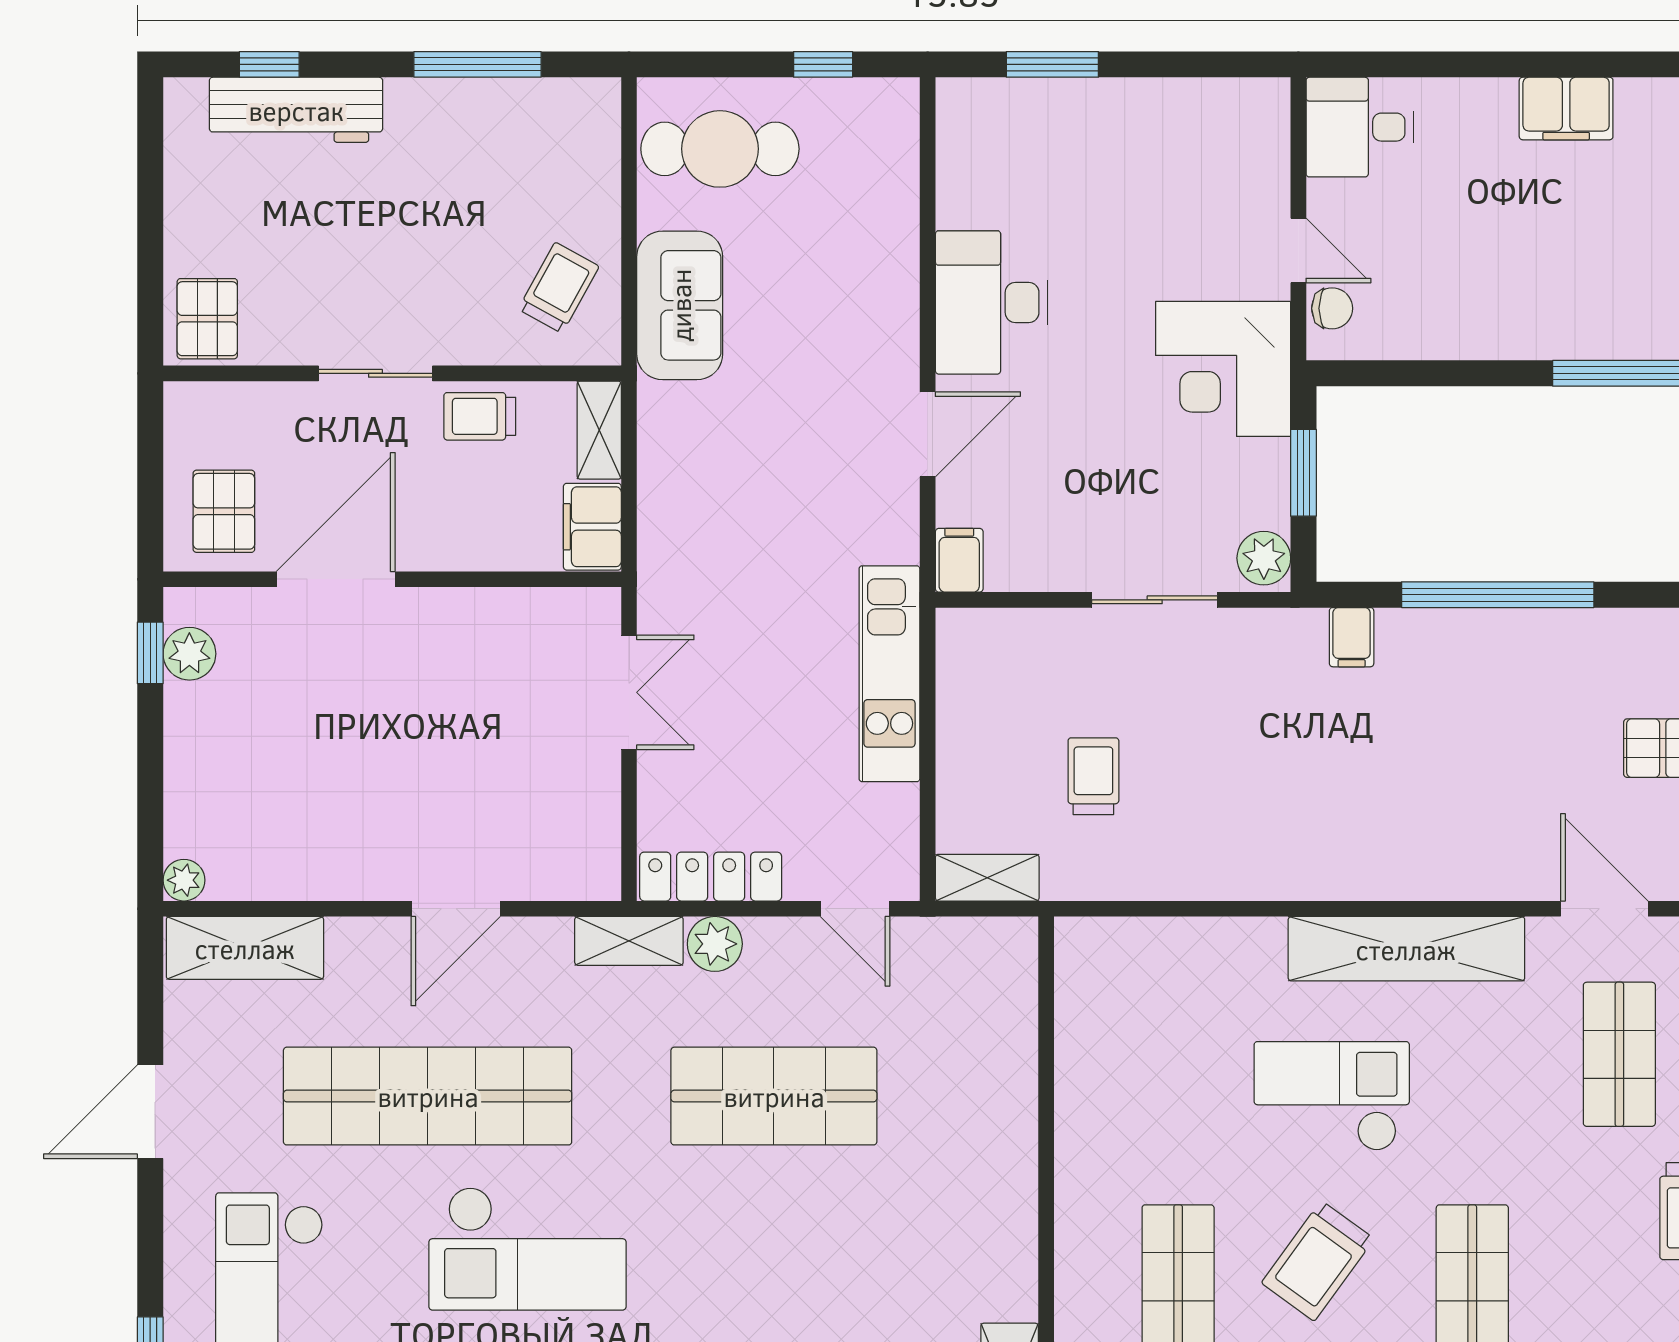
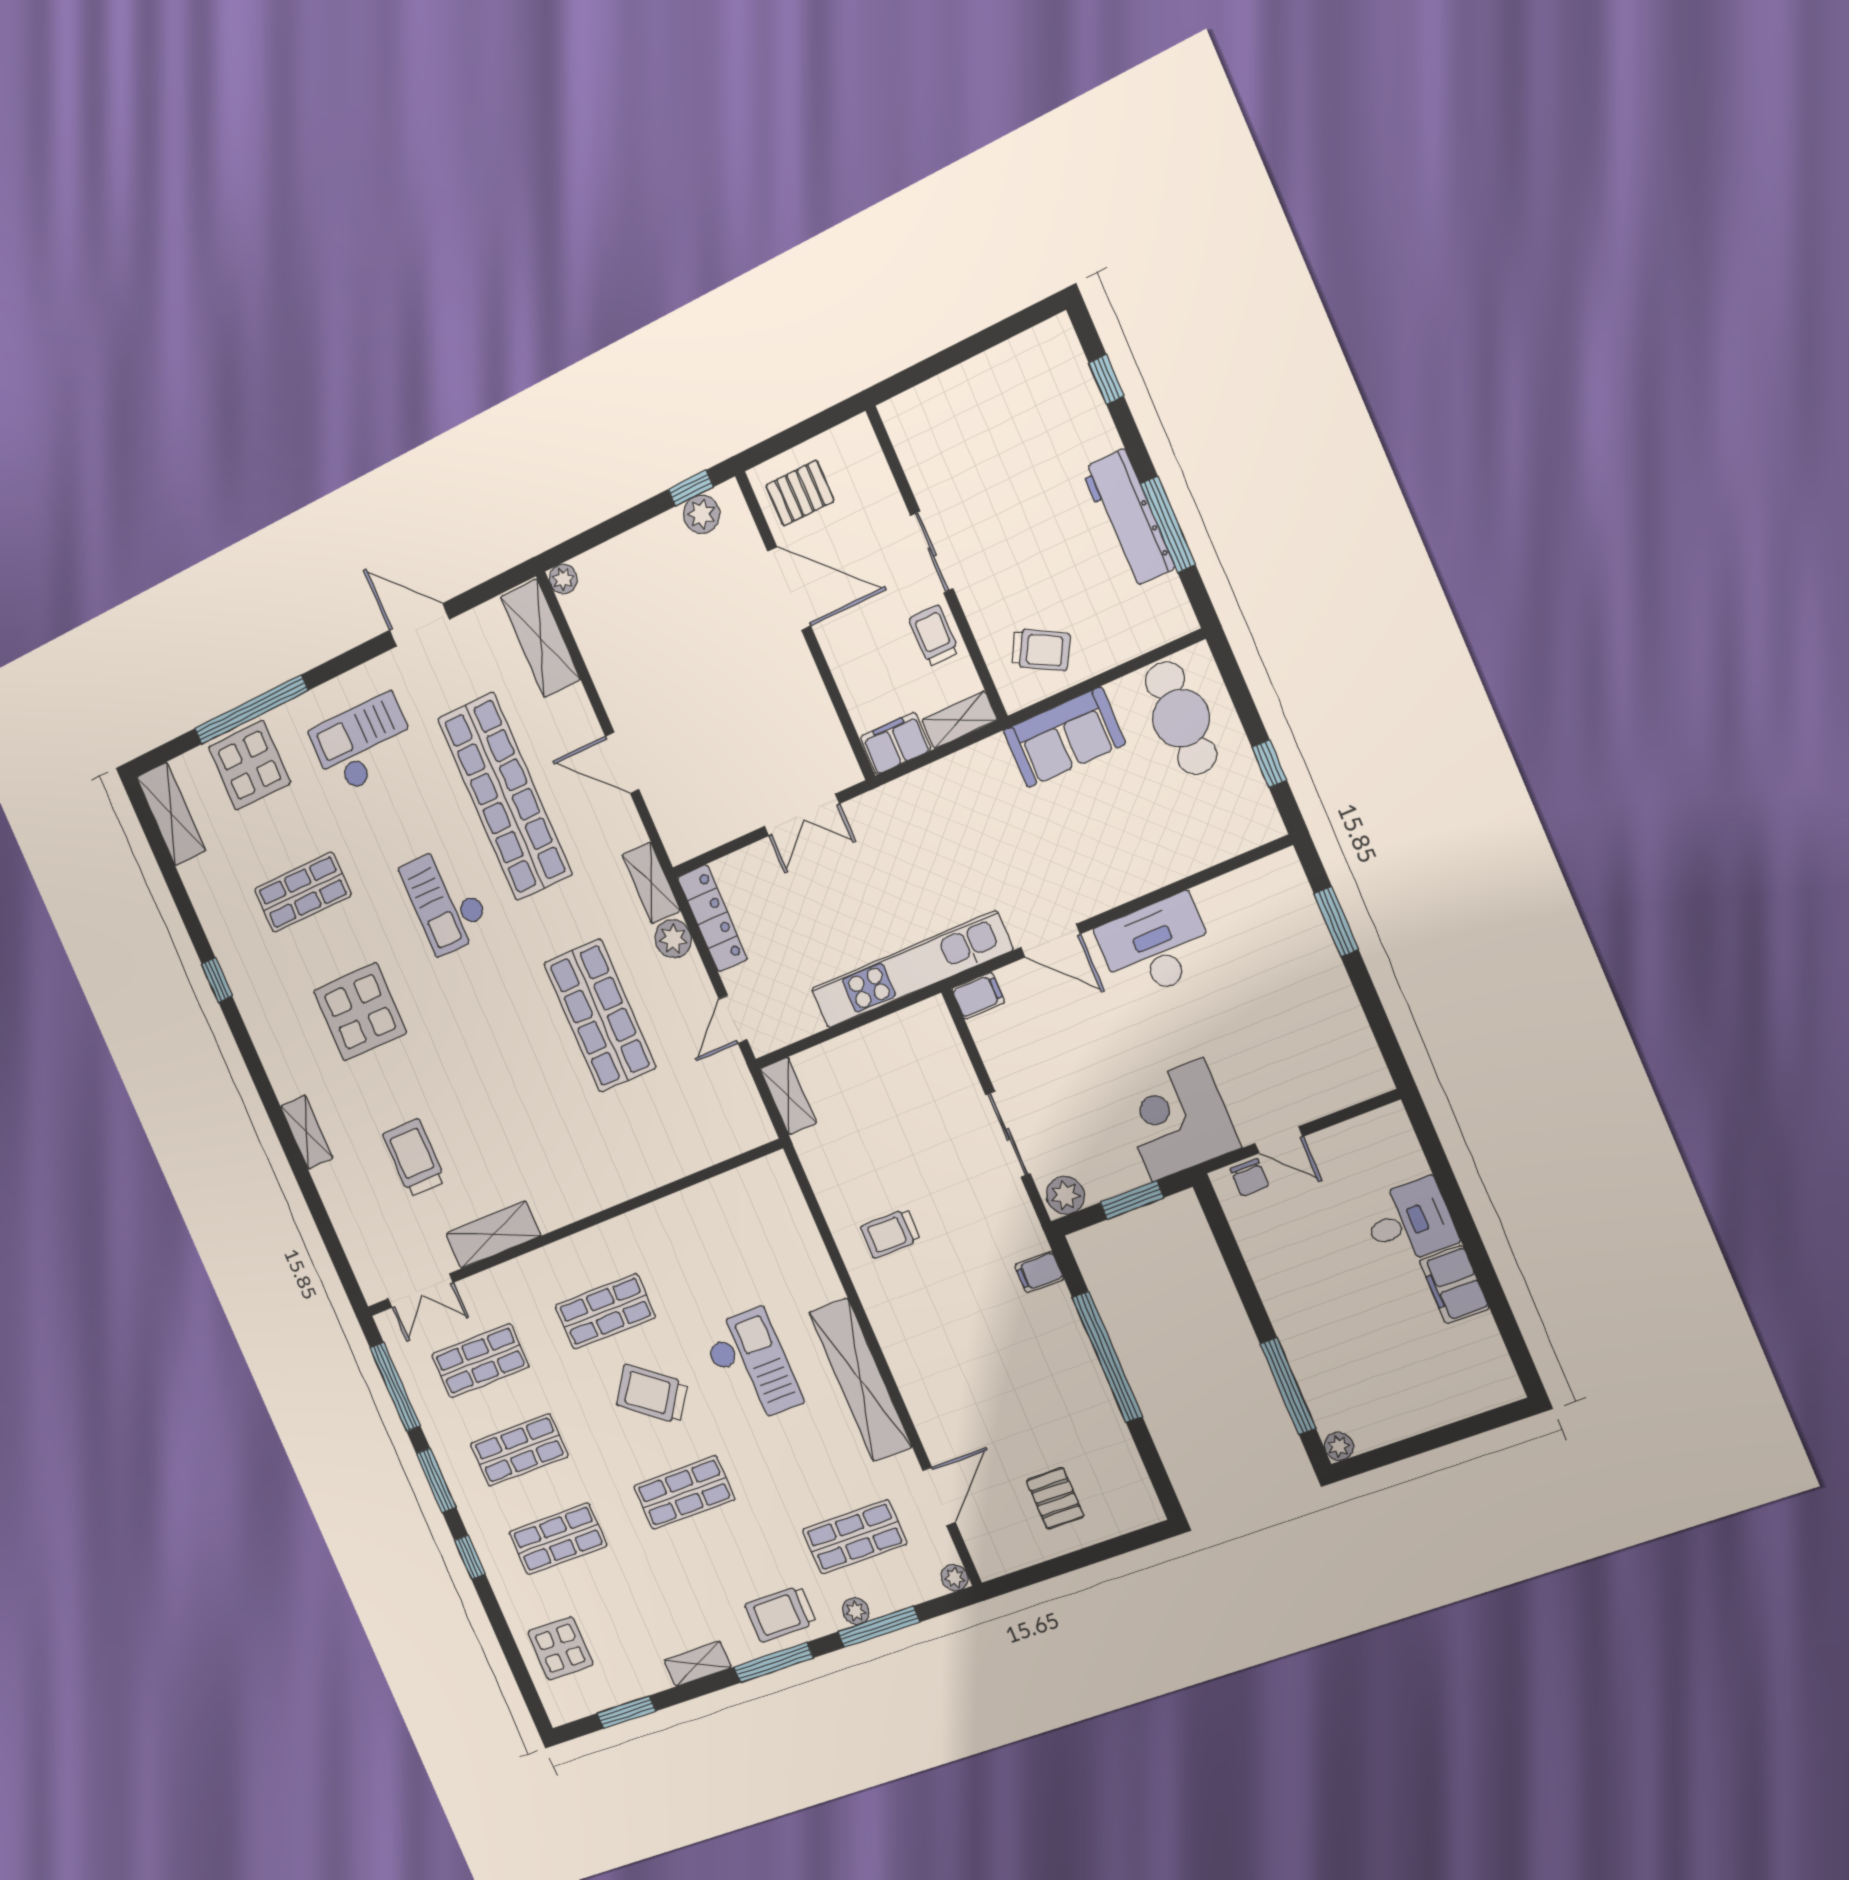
workbench: (296, 110) -> (1128, 518), moved
desk: (1360, 127) -> (1409, 1222), moved, turned 90
door: (1298, 251) -> (1279, 1140), hinge flipped
pallet: (207, 319) -> (919, 421), removed
kitchen unit: (889, 674) -> (911, 970), width x1.36
trolley: (1093, 776) -> (890, 1234), moved, turned 180
checkout: (528, 1249) -> (445, 900), width x0.73, depth x0.83

